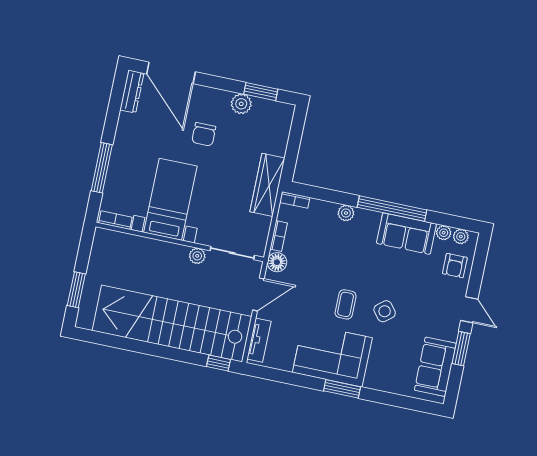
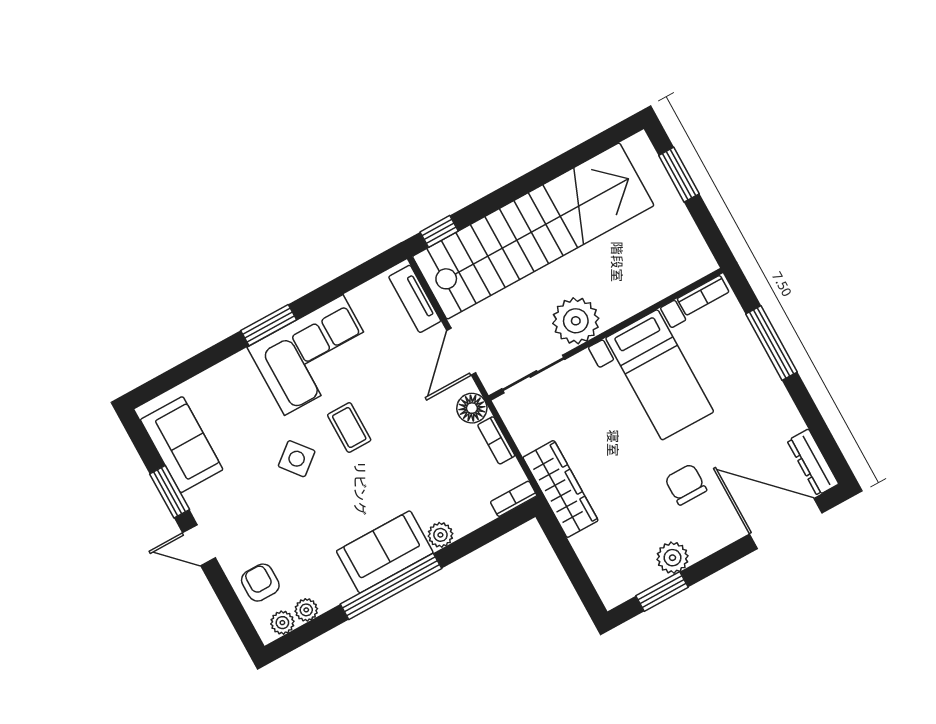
sofa: (406, 234) -> (385, 552), moved
plant: (197, 256) -> (576, 321), width x1.88, depth x1.88

